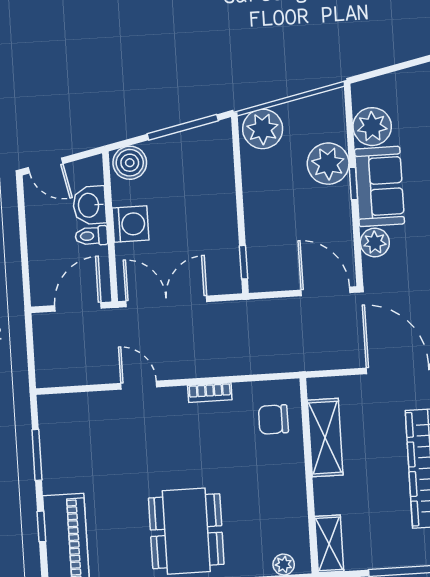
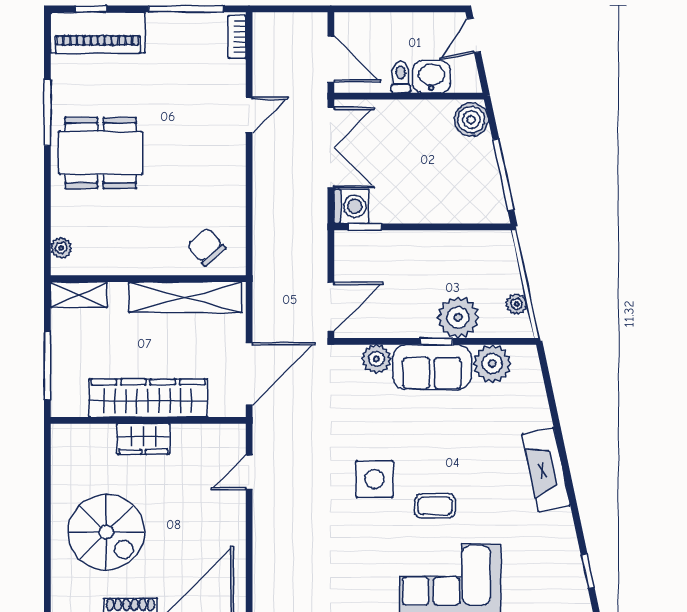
plant: (263, 129) -> (517, 304), moved, width x0.53, depth x0.53
washing machine: (130, 224) -> (351, 206), moved, turned -90
bookcase: (210, 393) -> (237, 37), moved
chair: (273, 419) -> (206, 247), turned -41
shelving: (325, 438) -> (185, 297), width x1.47
window: (37, 455) -> (186, 9), width x1.44
window: (41, 526) -> (91, 9), moved

